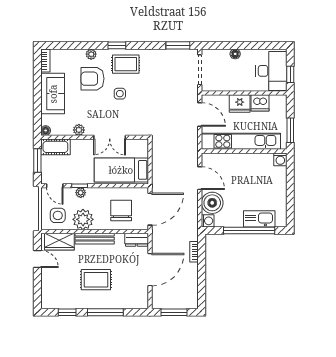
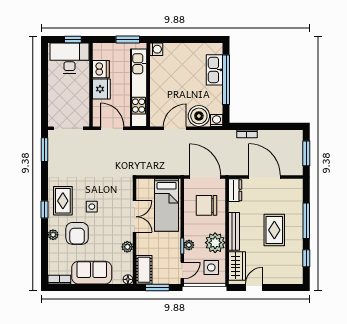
floor lamp: (235, 54) -> (53, 93), removed
door: (200, 114) -> (112, 128), hinge flipped

